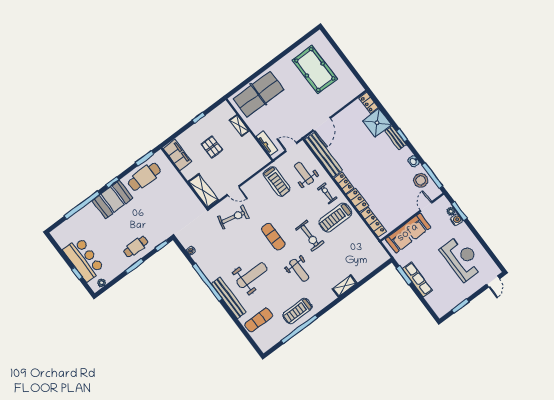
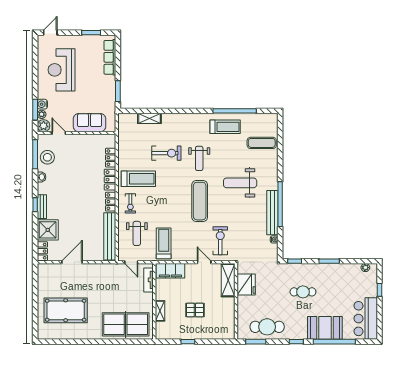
pool table: (315, 70) -> (66, 310), turned 90
door: (322, 124) -> (72, 262), moved
pallet: (212, 147) -> (195, 310), turned 90
filing cabinet: (177, 155) -> (170, 271), moved, turned -90
fridge: (186, 198) -> (246, 284), added
booth: (112, 199) -> (325, 328), moved
plant: (443, 203) -> (44, 126), added
door: (426, 207) -> (59, 133), swing flipped
exercise bike: (233, 217) -> (220, 241), turned 77
locker: (373, 222) -> (111, 158), width x0.66
sofa: (408, 233) -> (90, 123), width x0.73
exercise bike: (310, 236) -> (166, 153), moved, turned 90
exercise mat: (273, 237) -> (200, 201), width x1.36, depth x1.45
cafe table: (136, 247) -> (303, 292), moved
bar counter: (84, 259) -> (366, 319), moved
weight bench: (299, 270) -> (199, 158), turned 180
row of seats: (417, 280) -> (110, 57), moved
shelving: (345, 286) -> (149, 118), moved
bench: (229, 298) -> (272, 213), moved

